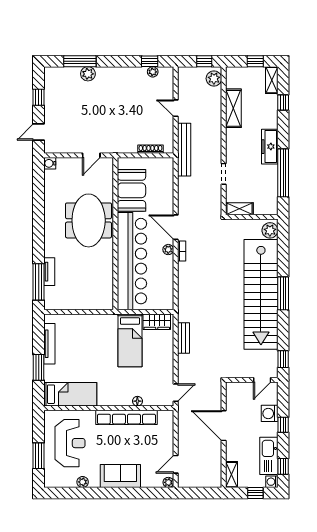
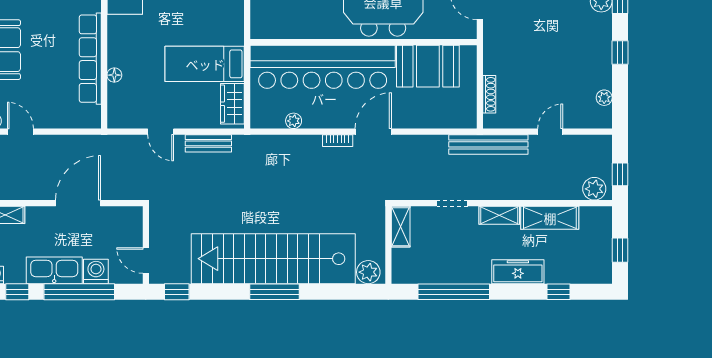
window: (150, 61) -> (620, 53), moved
shelving: (272, 80) -> (499, 215), moved
freezer: (270, 147) -> (518, 272), moved
plant: (168, 250) -> (294, 121), moved
door: (176, 393) -> (161, 132), moved
window: (283, 425) -> (79, 292), width x3.17
kitchen sink: (269, 456) -> (54, 270), moved

